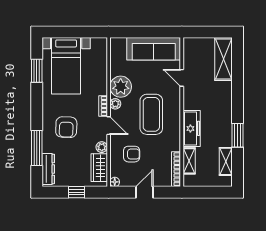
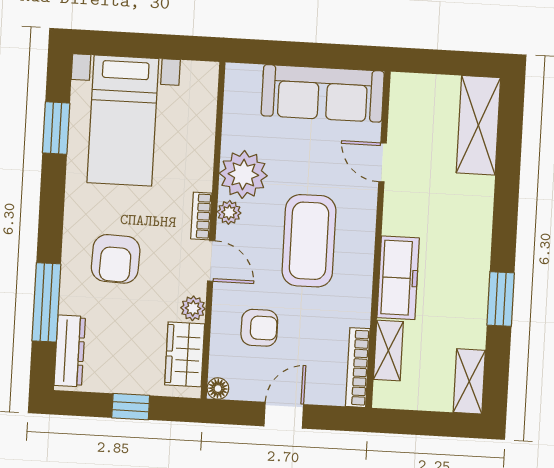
shelving: (226, 161) -> (469, 381), moved

